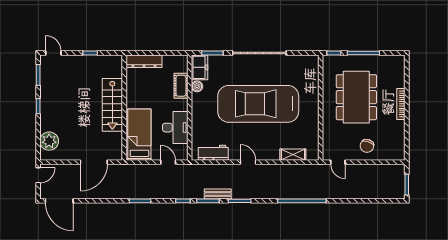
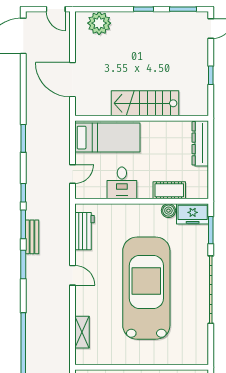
desk: (175, 128) -> (122, 183), width x0.73
door: (248, 162) -> (72, 275), hinge flipped

